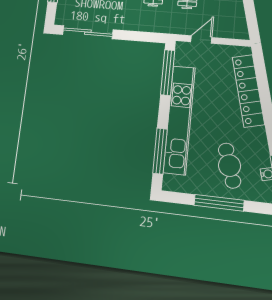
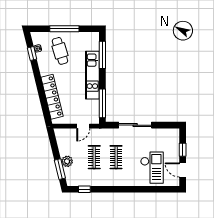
sliding door: (88, 32) -> (135, 125), moved
kitchen unit: (179, 120) -> (92, 75), width x0.73

